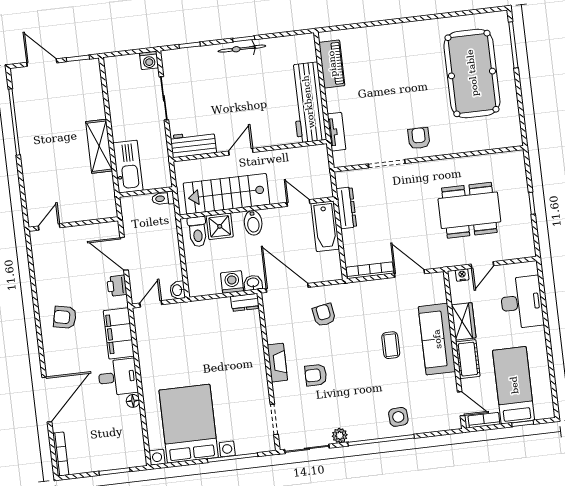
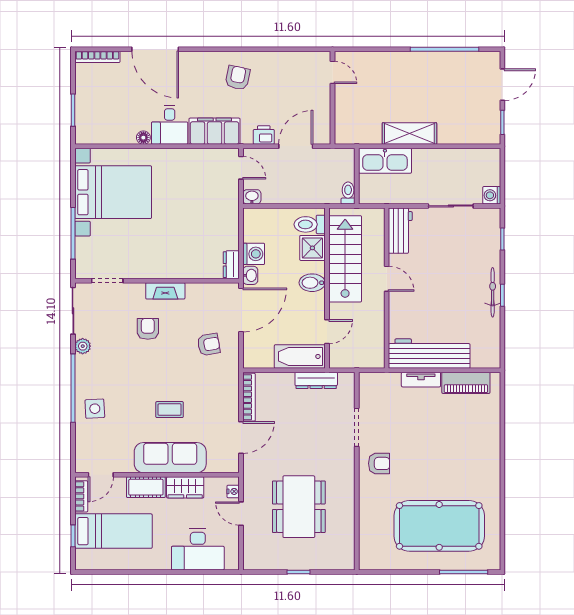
tv unit: (337, 132) -> (421, 380), moved

